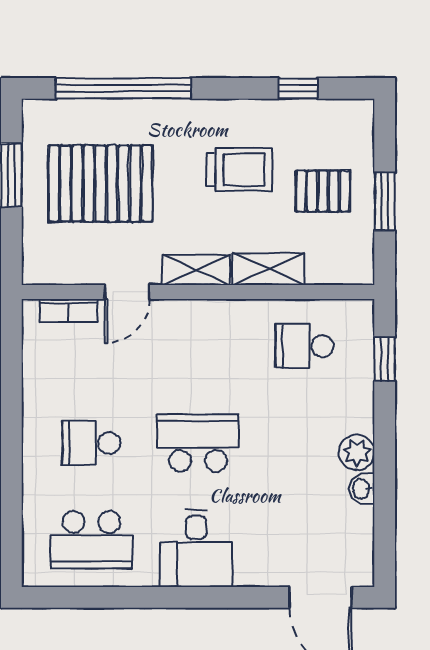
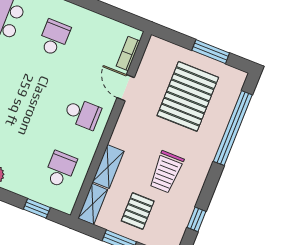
shelving: (196, 270) -> (93, 204), moved
school desk: (198, 443) -> (83, 114), moved, width x0.54

